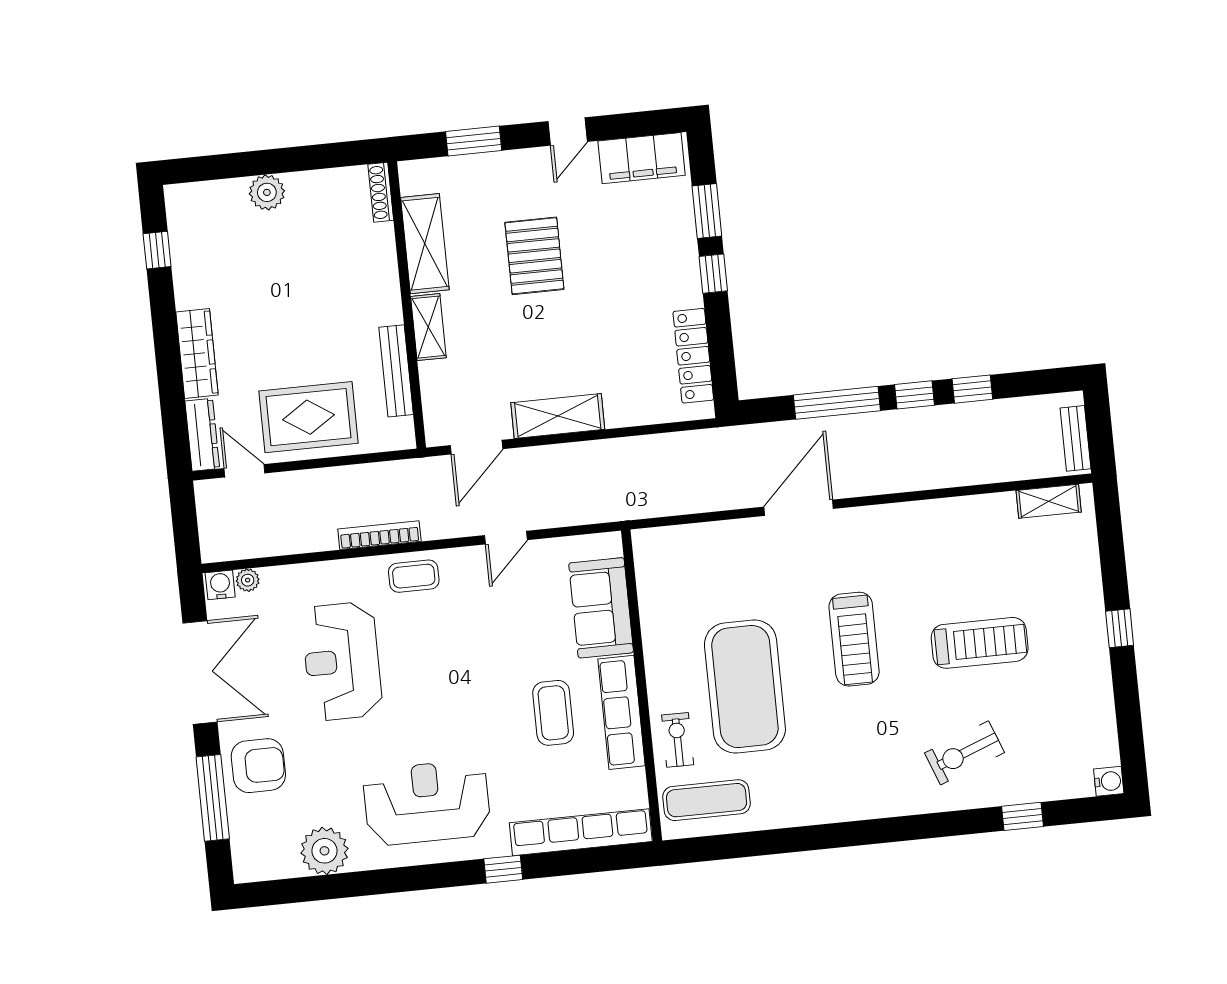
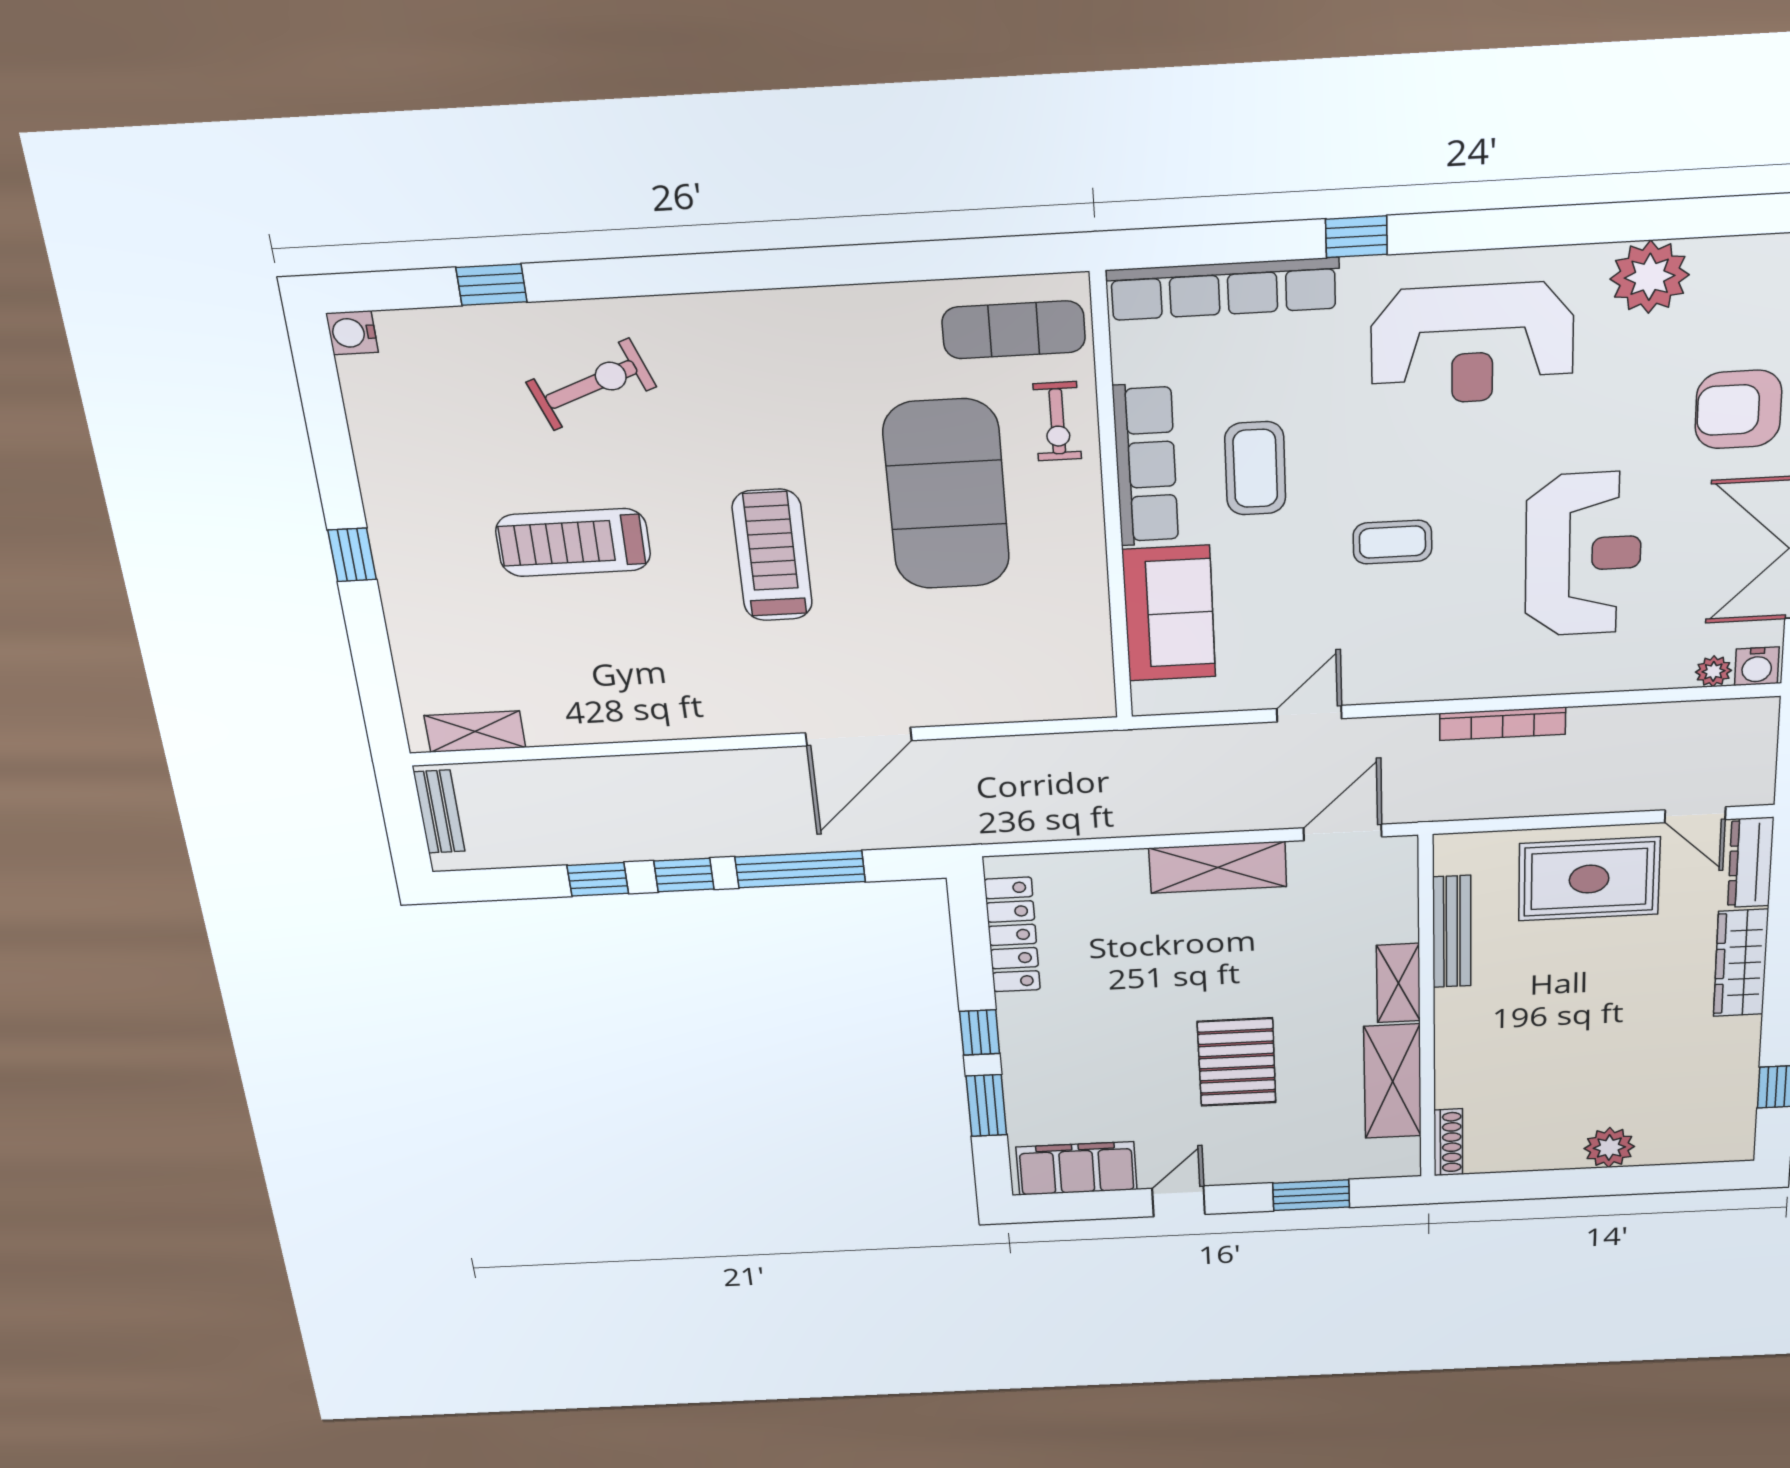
coffee table: (414, 576) -> (1392, 542), moved

